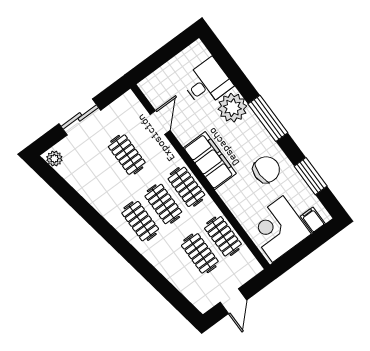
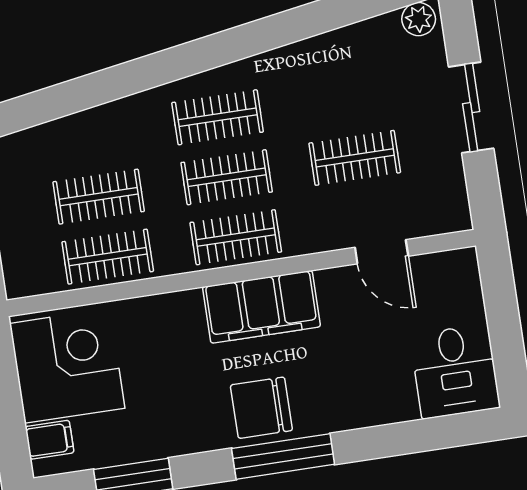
desk: (207, 83) -> (455, 371), moved
plant: (232, 108) -> (338, 401), removed
chair: (266, 170) -> (261, 408), moved, turned 90

